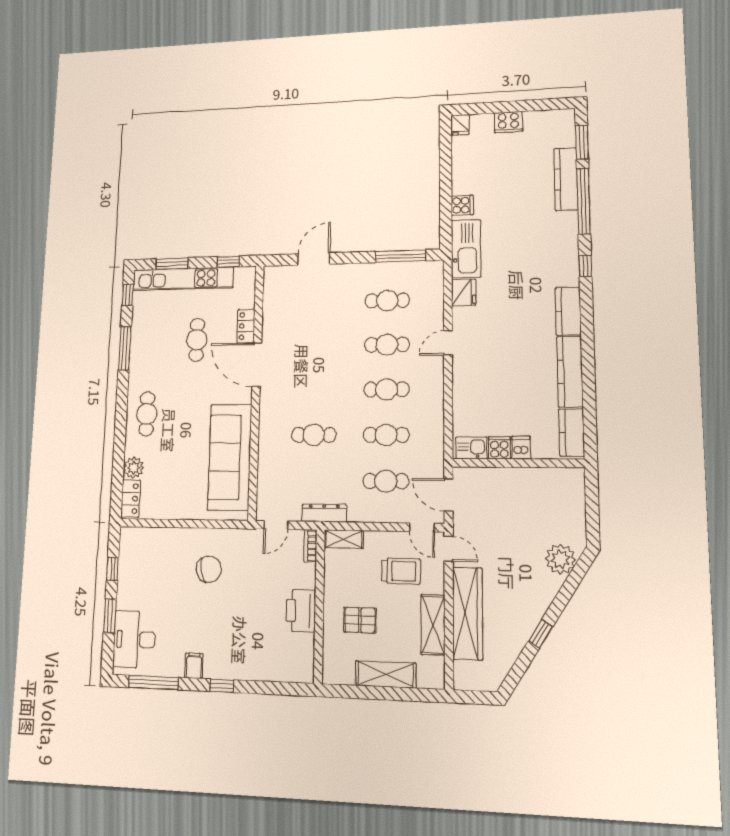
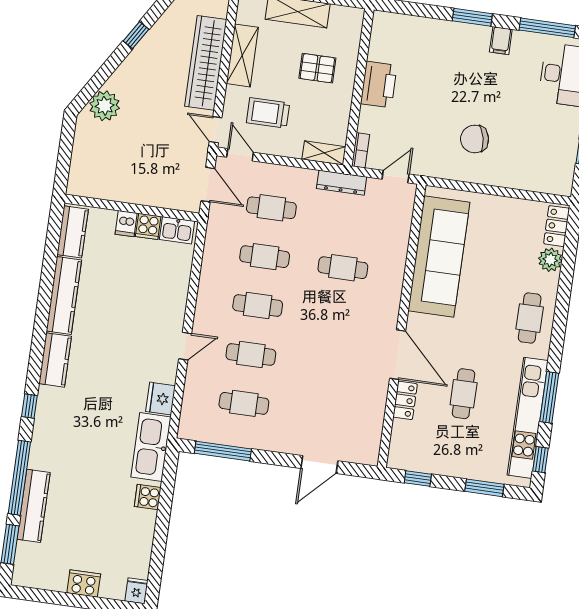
kitchen unit: (183, 279) -> (528, 418), moved, turned -90
window: (222, 686) -> (472, 17), width x1.50

